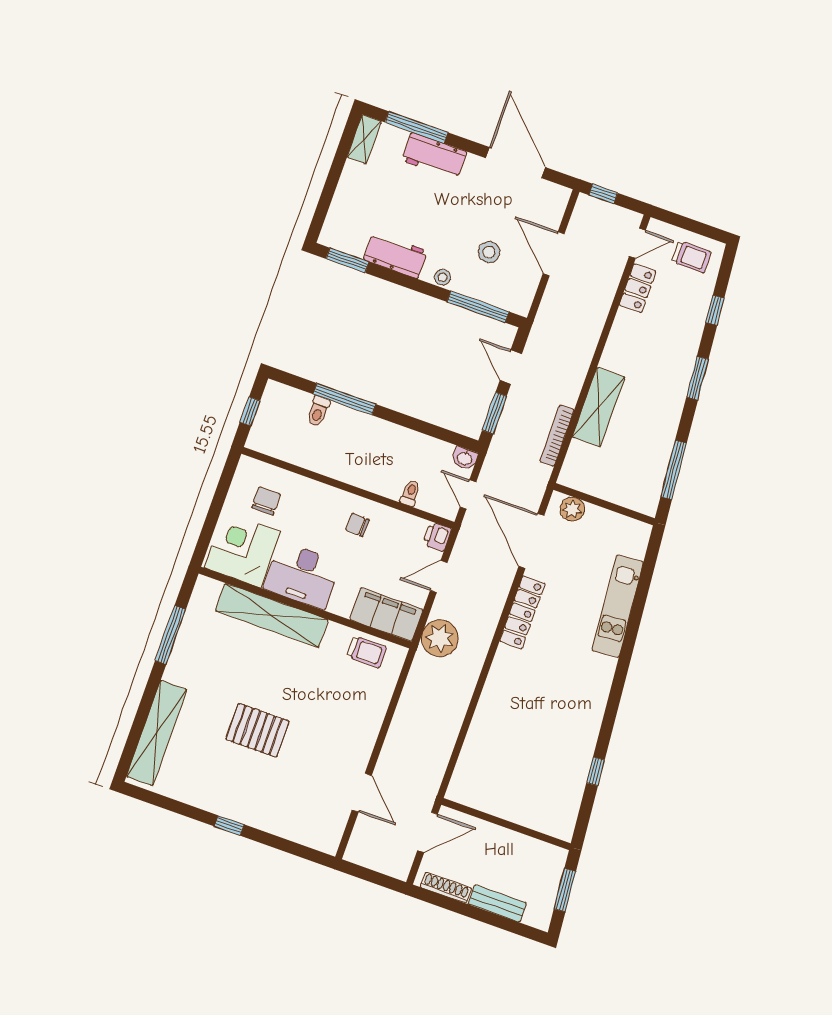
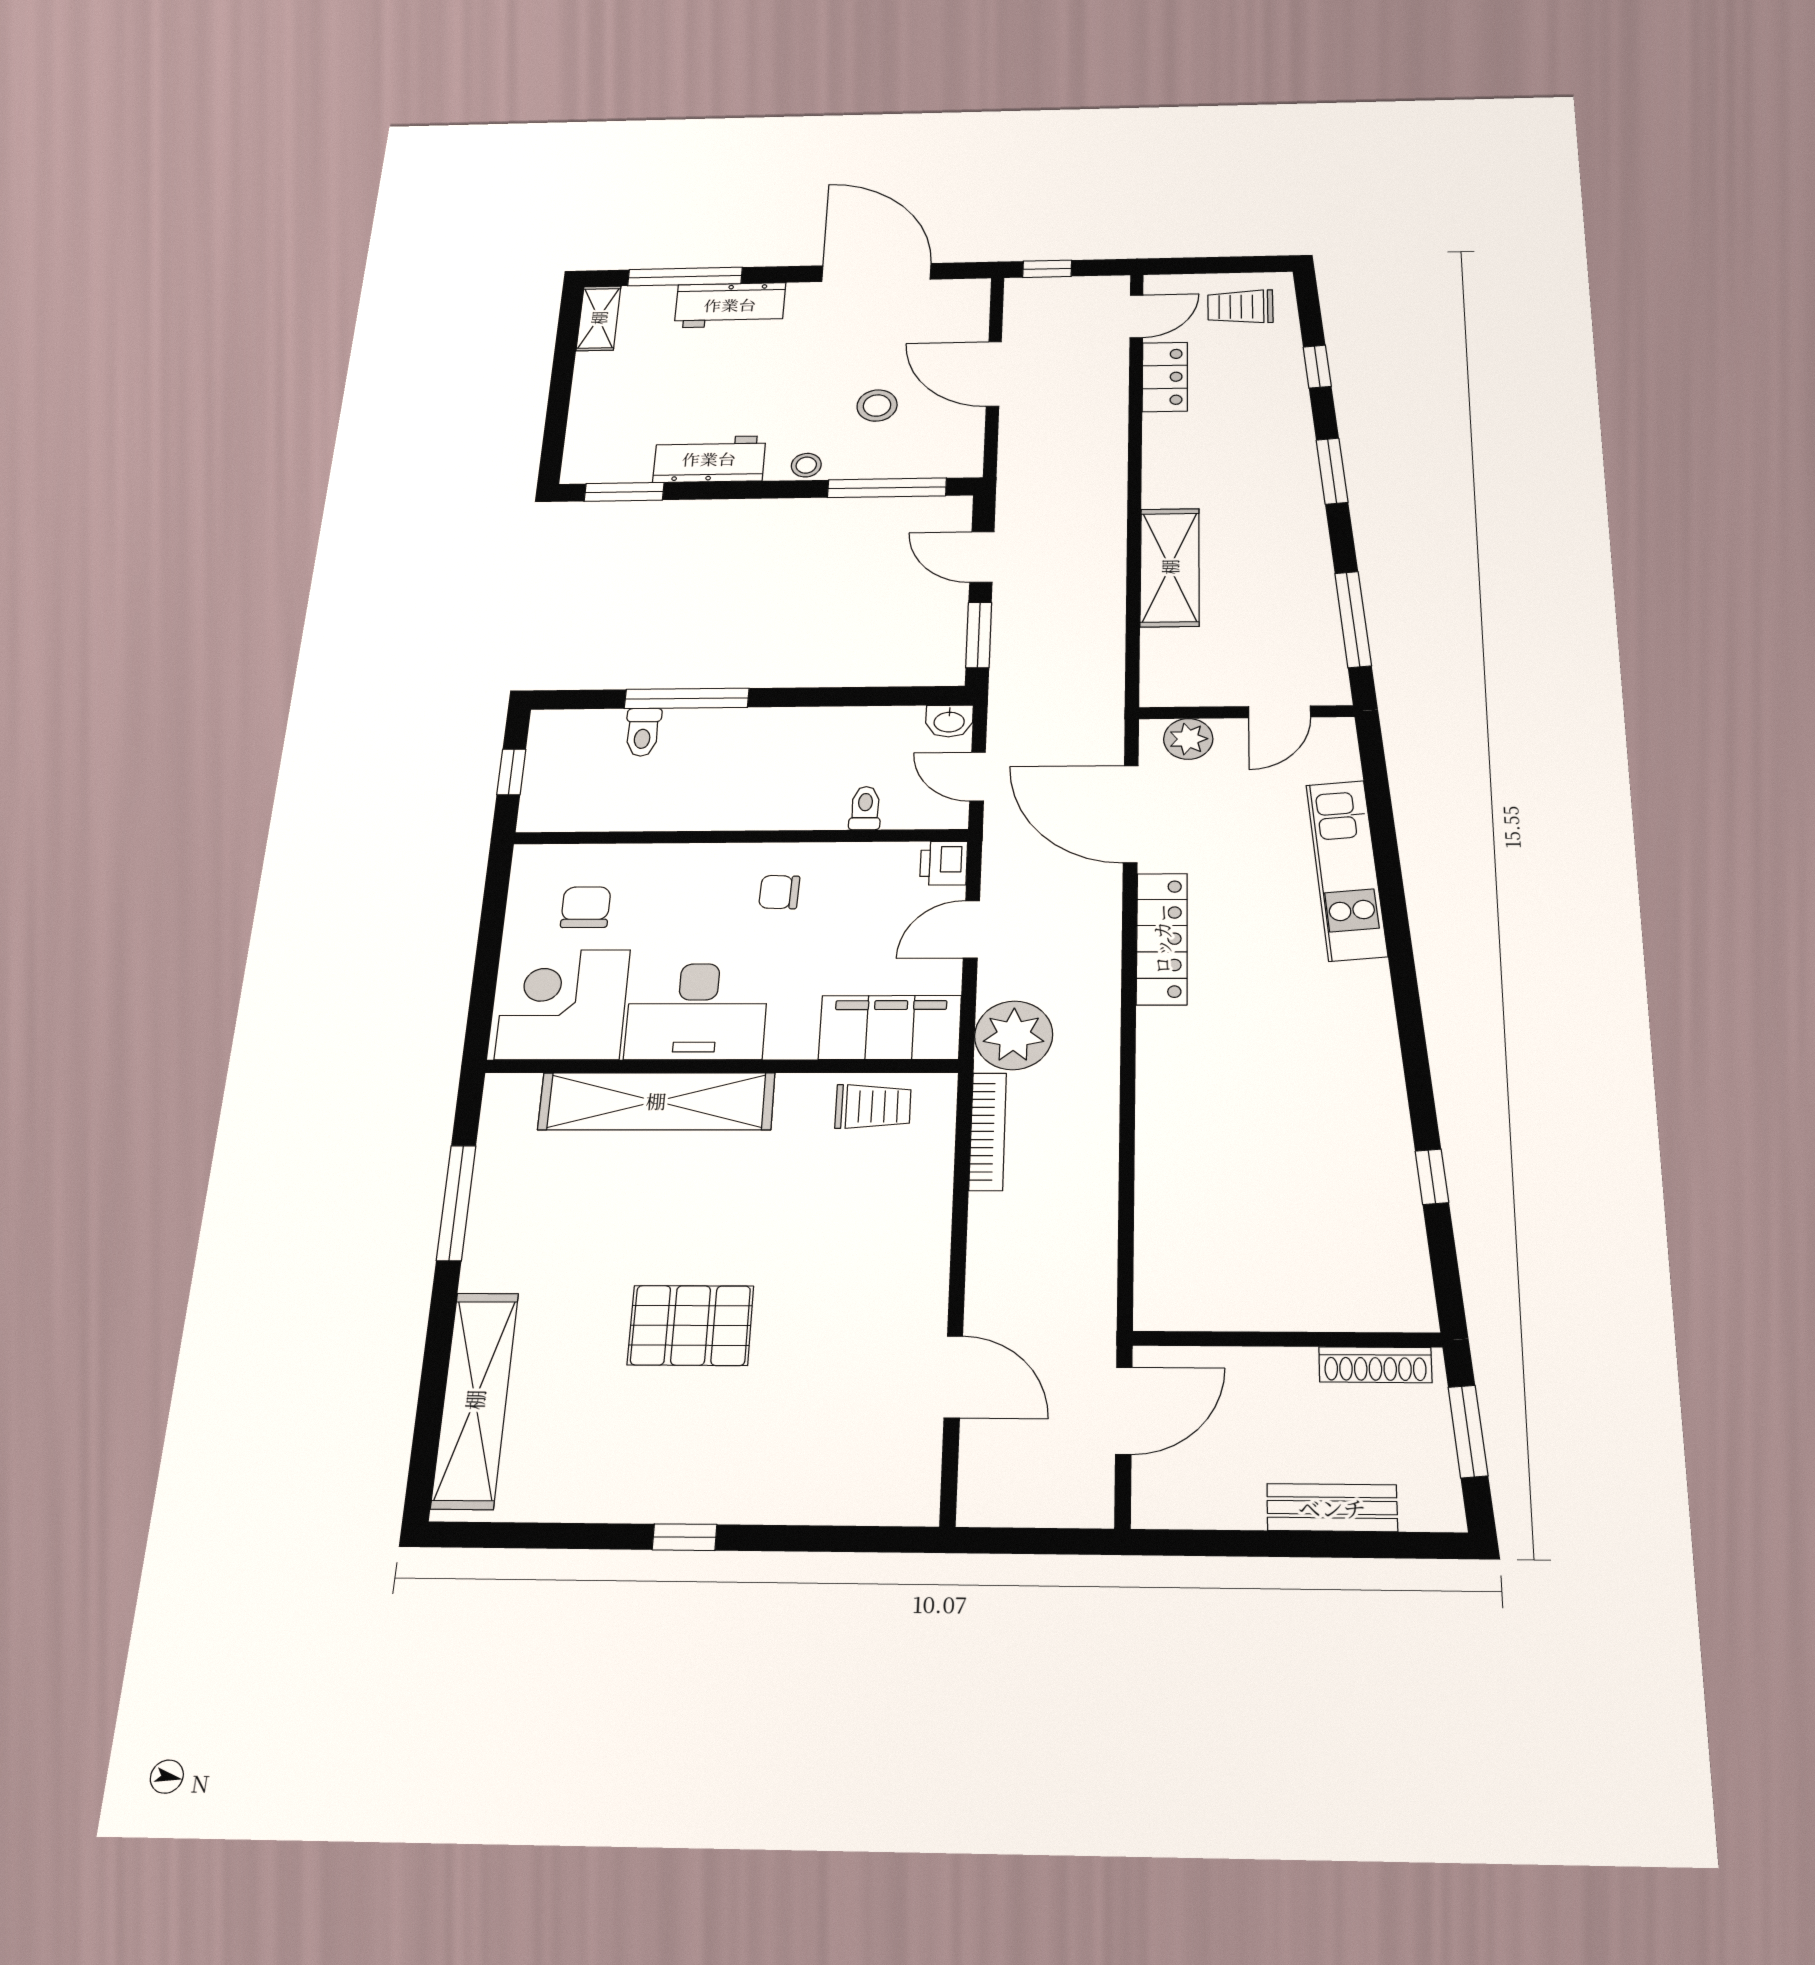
trolley: (691, 257) -> (1240, 307), turned 180
bookcase: (557, 436) -> (988, 1131), moved, turned 180
door: (620, 510) -> (1280, 712), added
shoe rack: (446, 888) -> (1375, 1365), moved, turned 180

